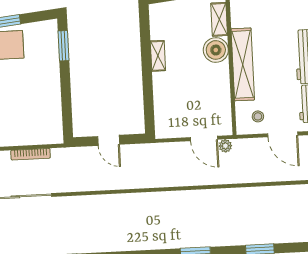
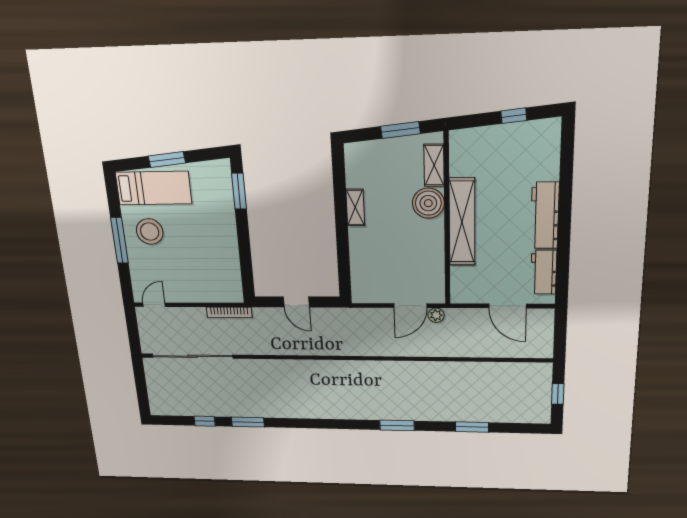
stool: (258, 116) -> (478, 284), removed
door: (204, 138) -> (410, 306), hinge flipped
bookcase: (31, 154) -> (229, 312), moved

